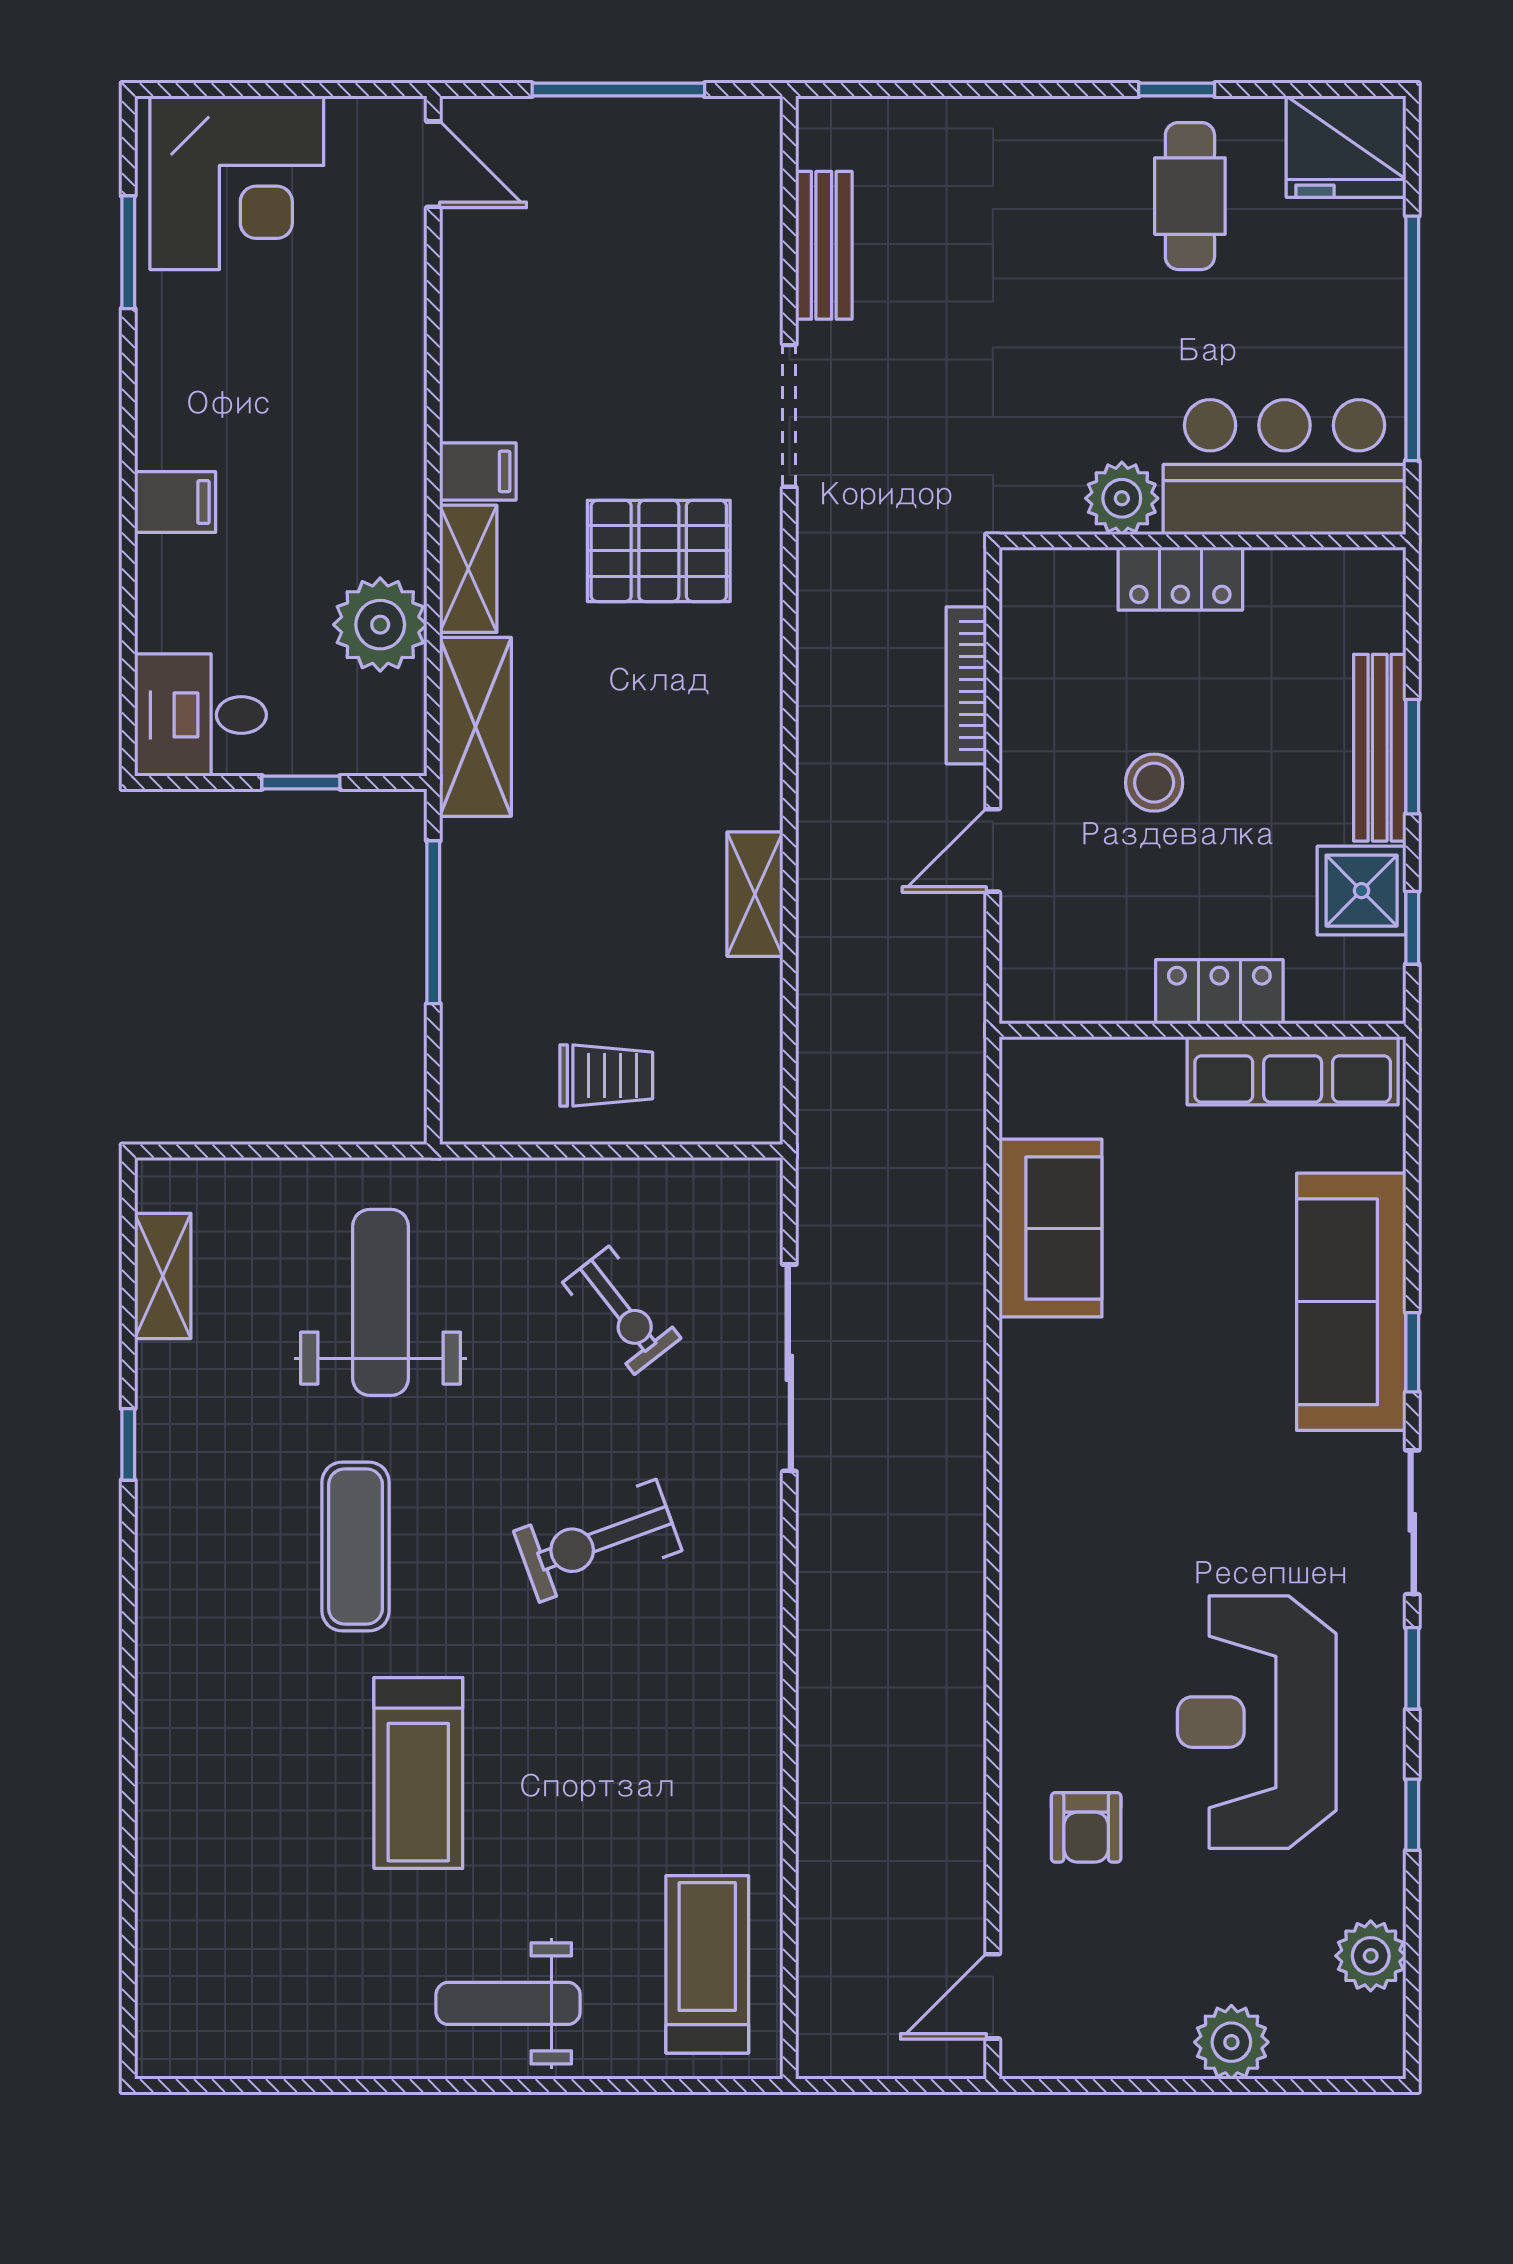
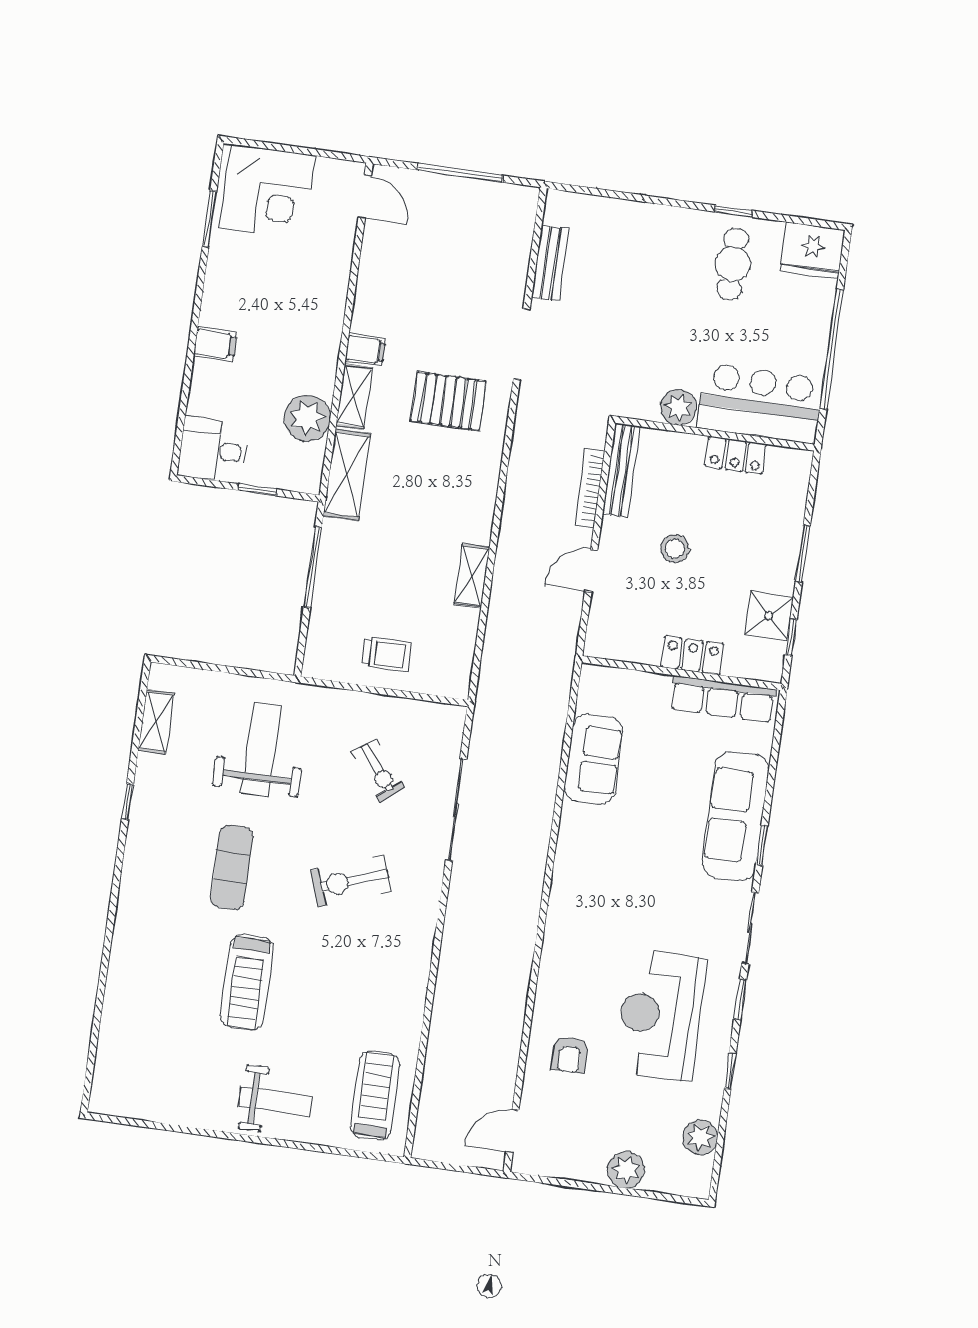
locker: (1180, 579) -> (736, 455), moved
bench: (1380, 748) -> (621, 470), moved
weight bench: (508, 2003) -> (275, 1101), turned 180

